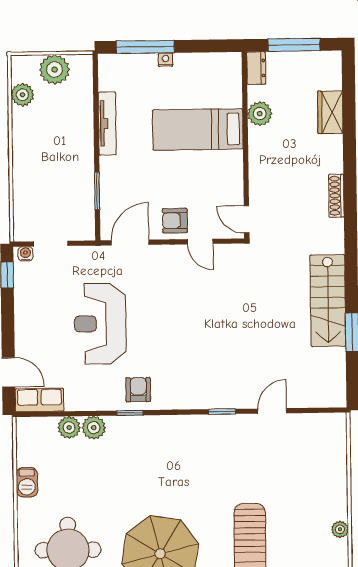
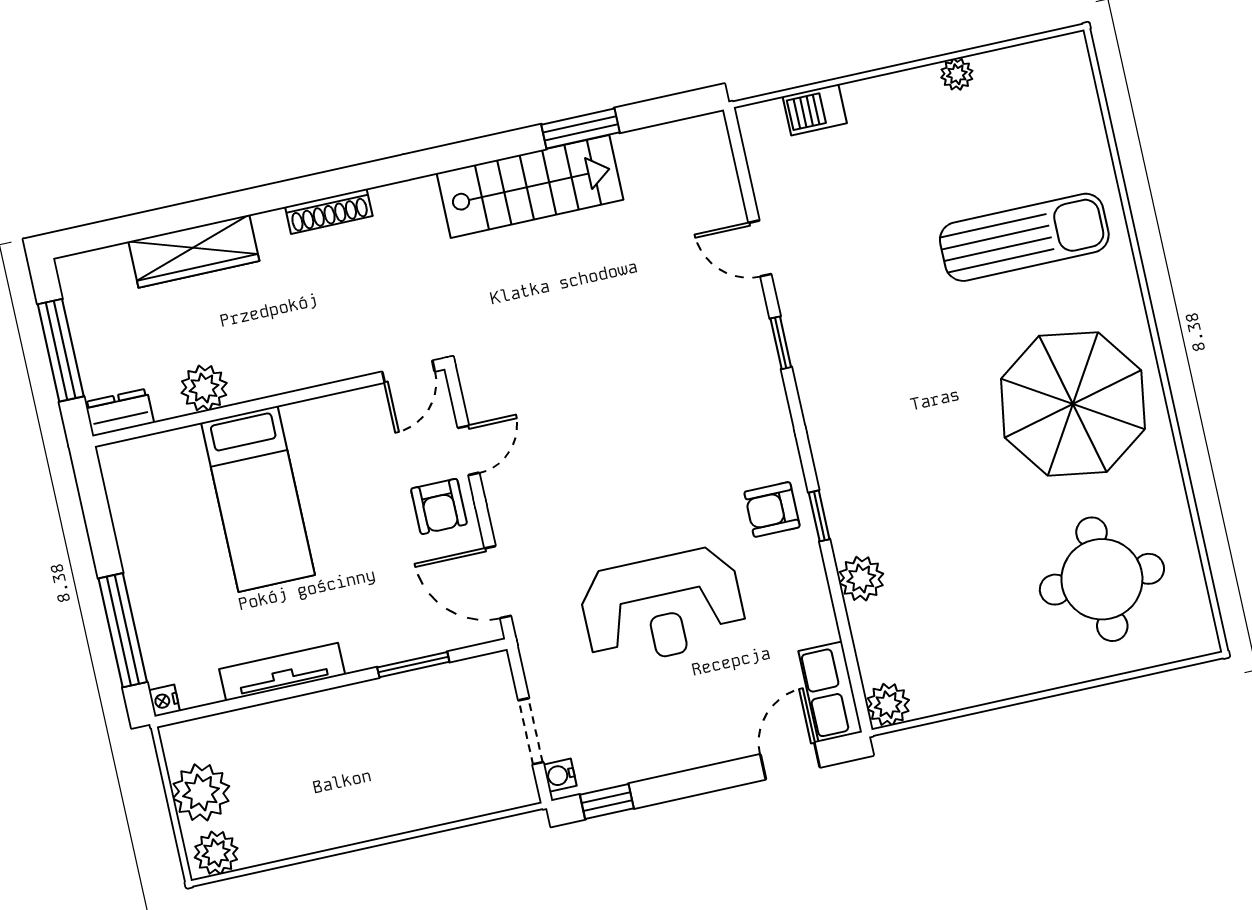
nightstand: (165, 60) -> (164, 701), moved
plant: (22, 95) -> (216, 853), moved
wardrobe: (330, 112) -> (194, 251), width x1.50
plant: (69, 427) -> (888, 705), moved
barbecue: (27, 482) -> (815, 110), moved, turned 180

